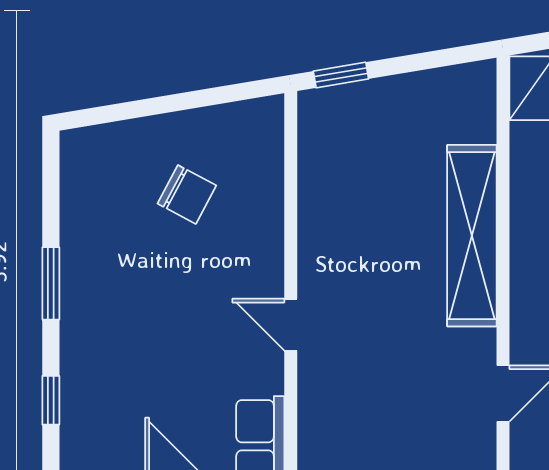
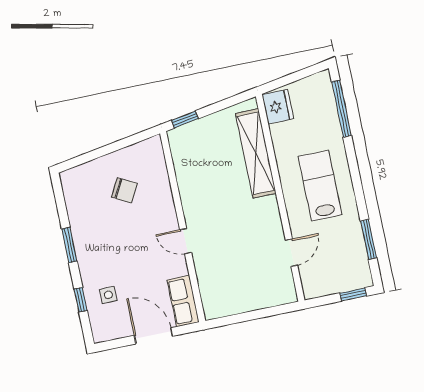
shelving: (472, 236) -> (256, 153), moved
side table: (110, 402) -> (108, 295), added

